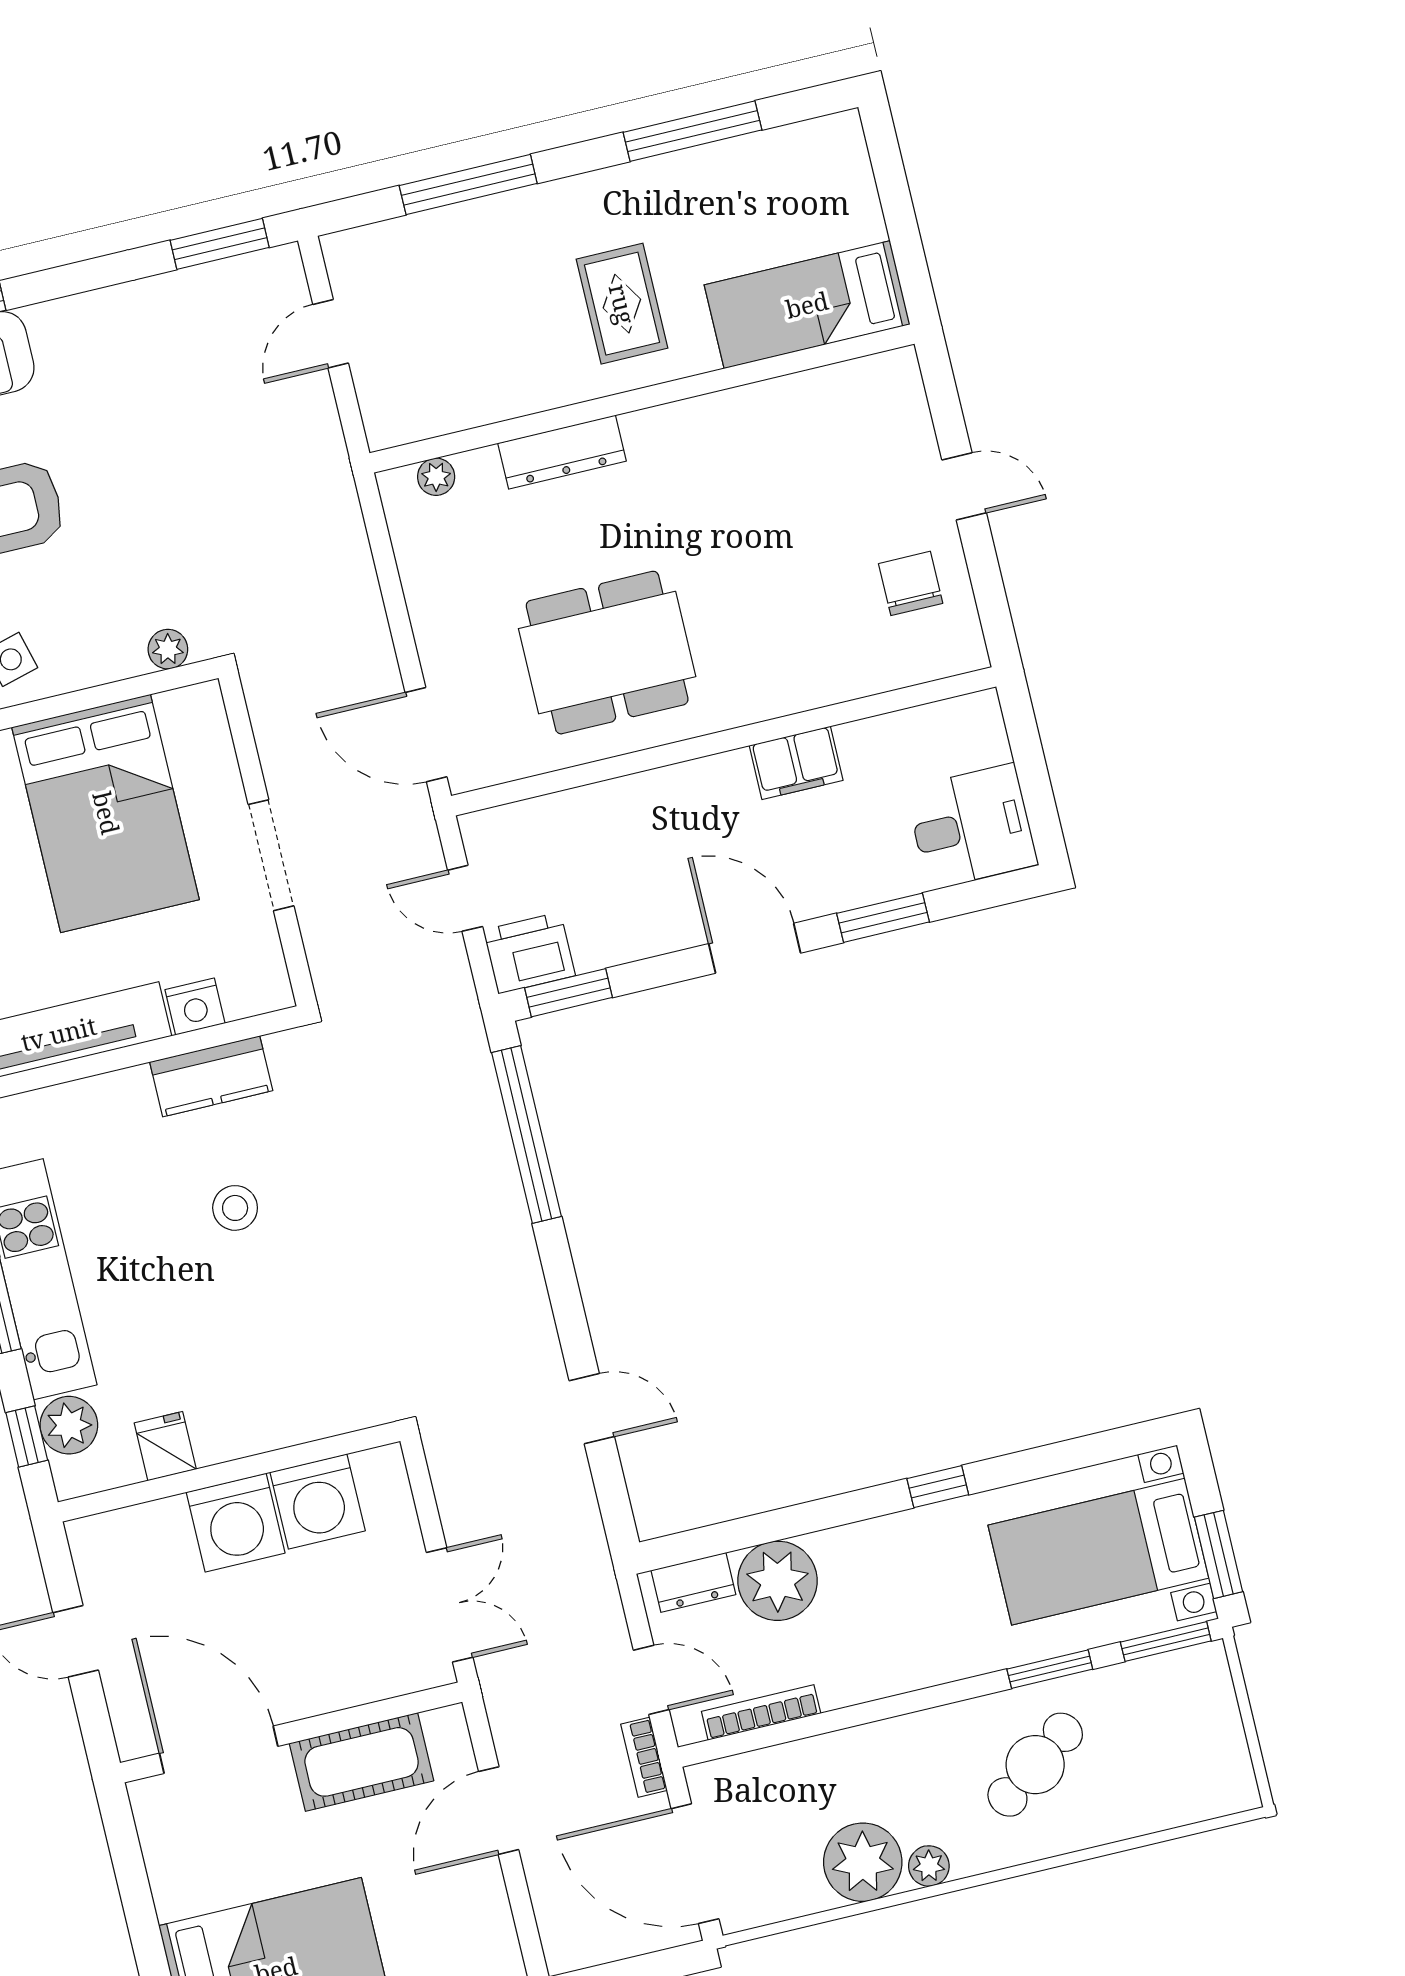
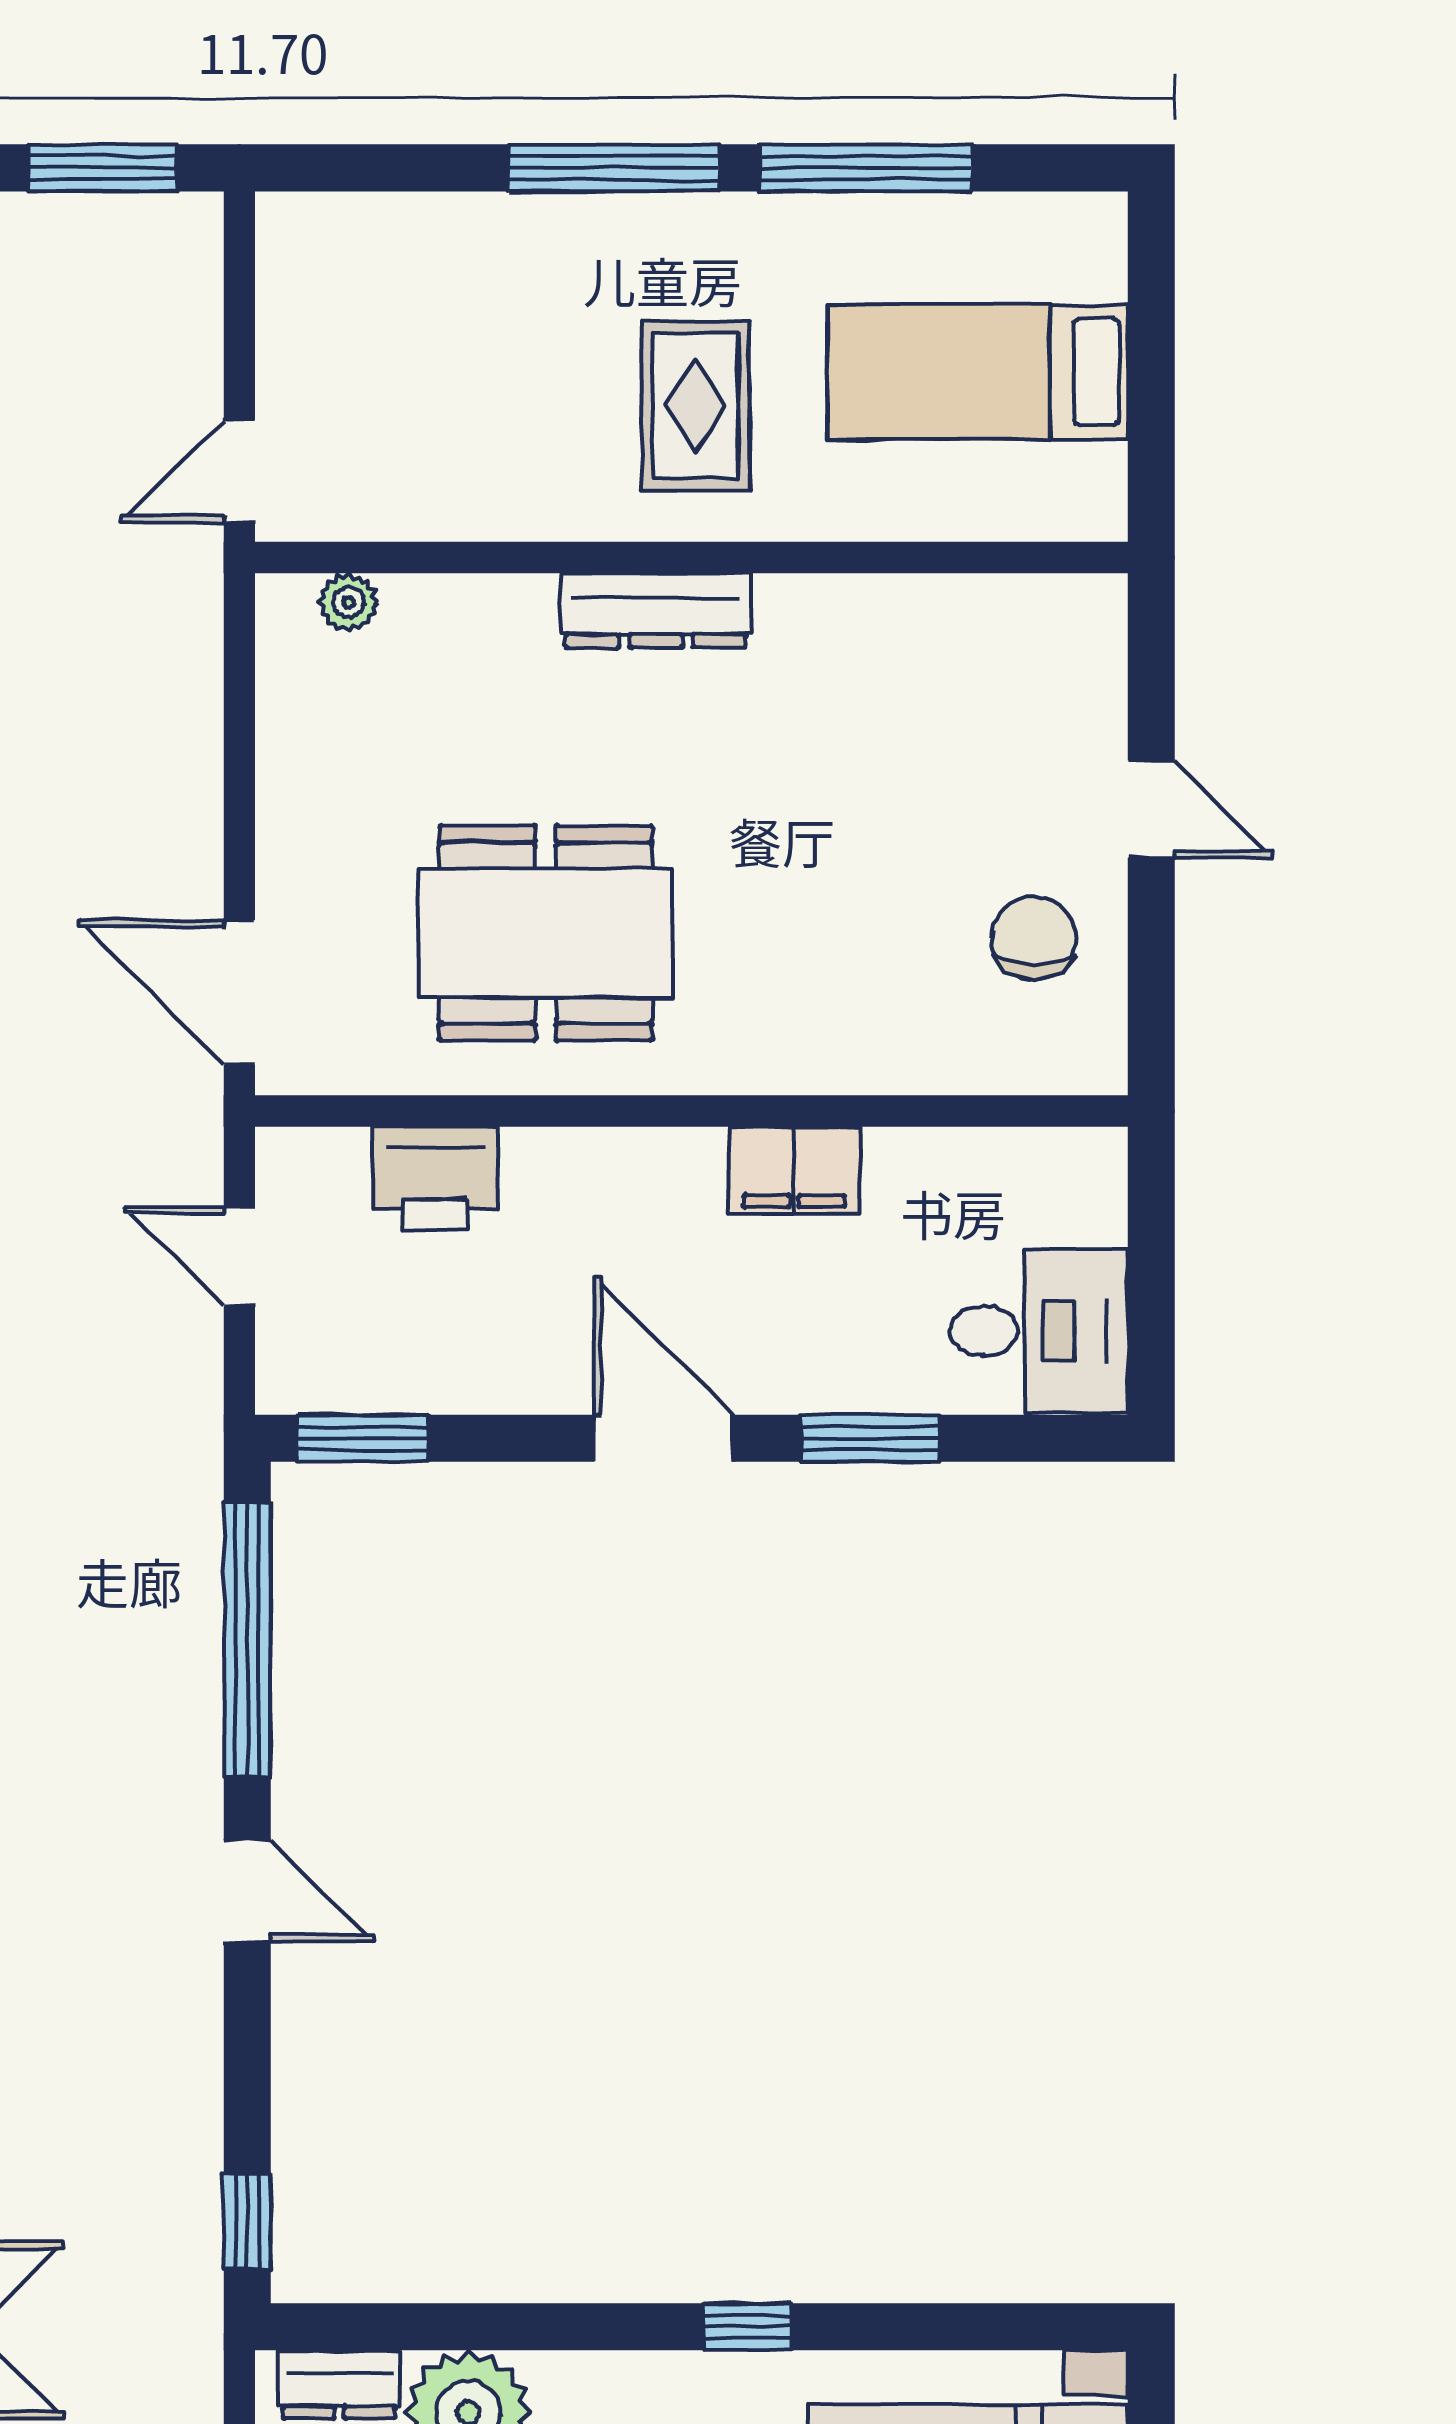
window: (468, 185) -> (614, 168), moved
bed: (807, 305) -> (978, 372), moved
door: (331, 334) -> (239, 471), moved
dresser: (562, 452) -> (656, 610), moved
printer: (529, 953) -> (436, 1178), moved, turned 180
door: (592, 1409) -> (247, 1891), moved
window: (612, 1495) -> (247, 2221), added

